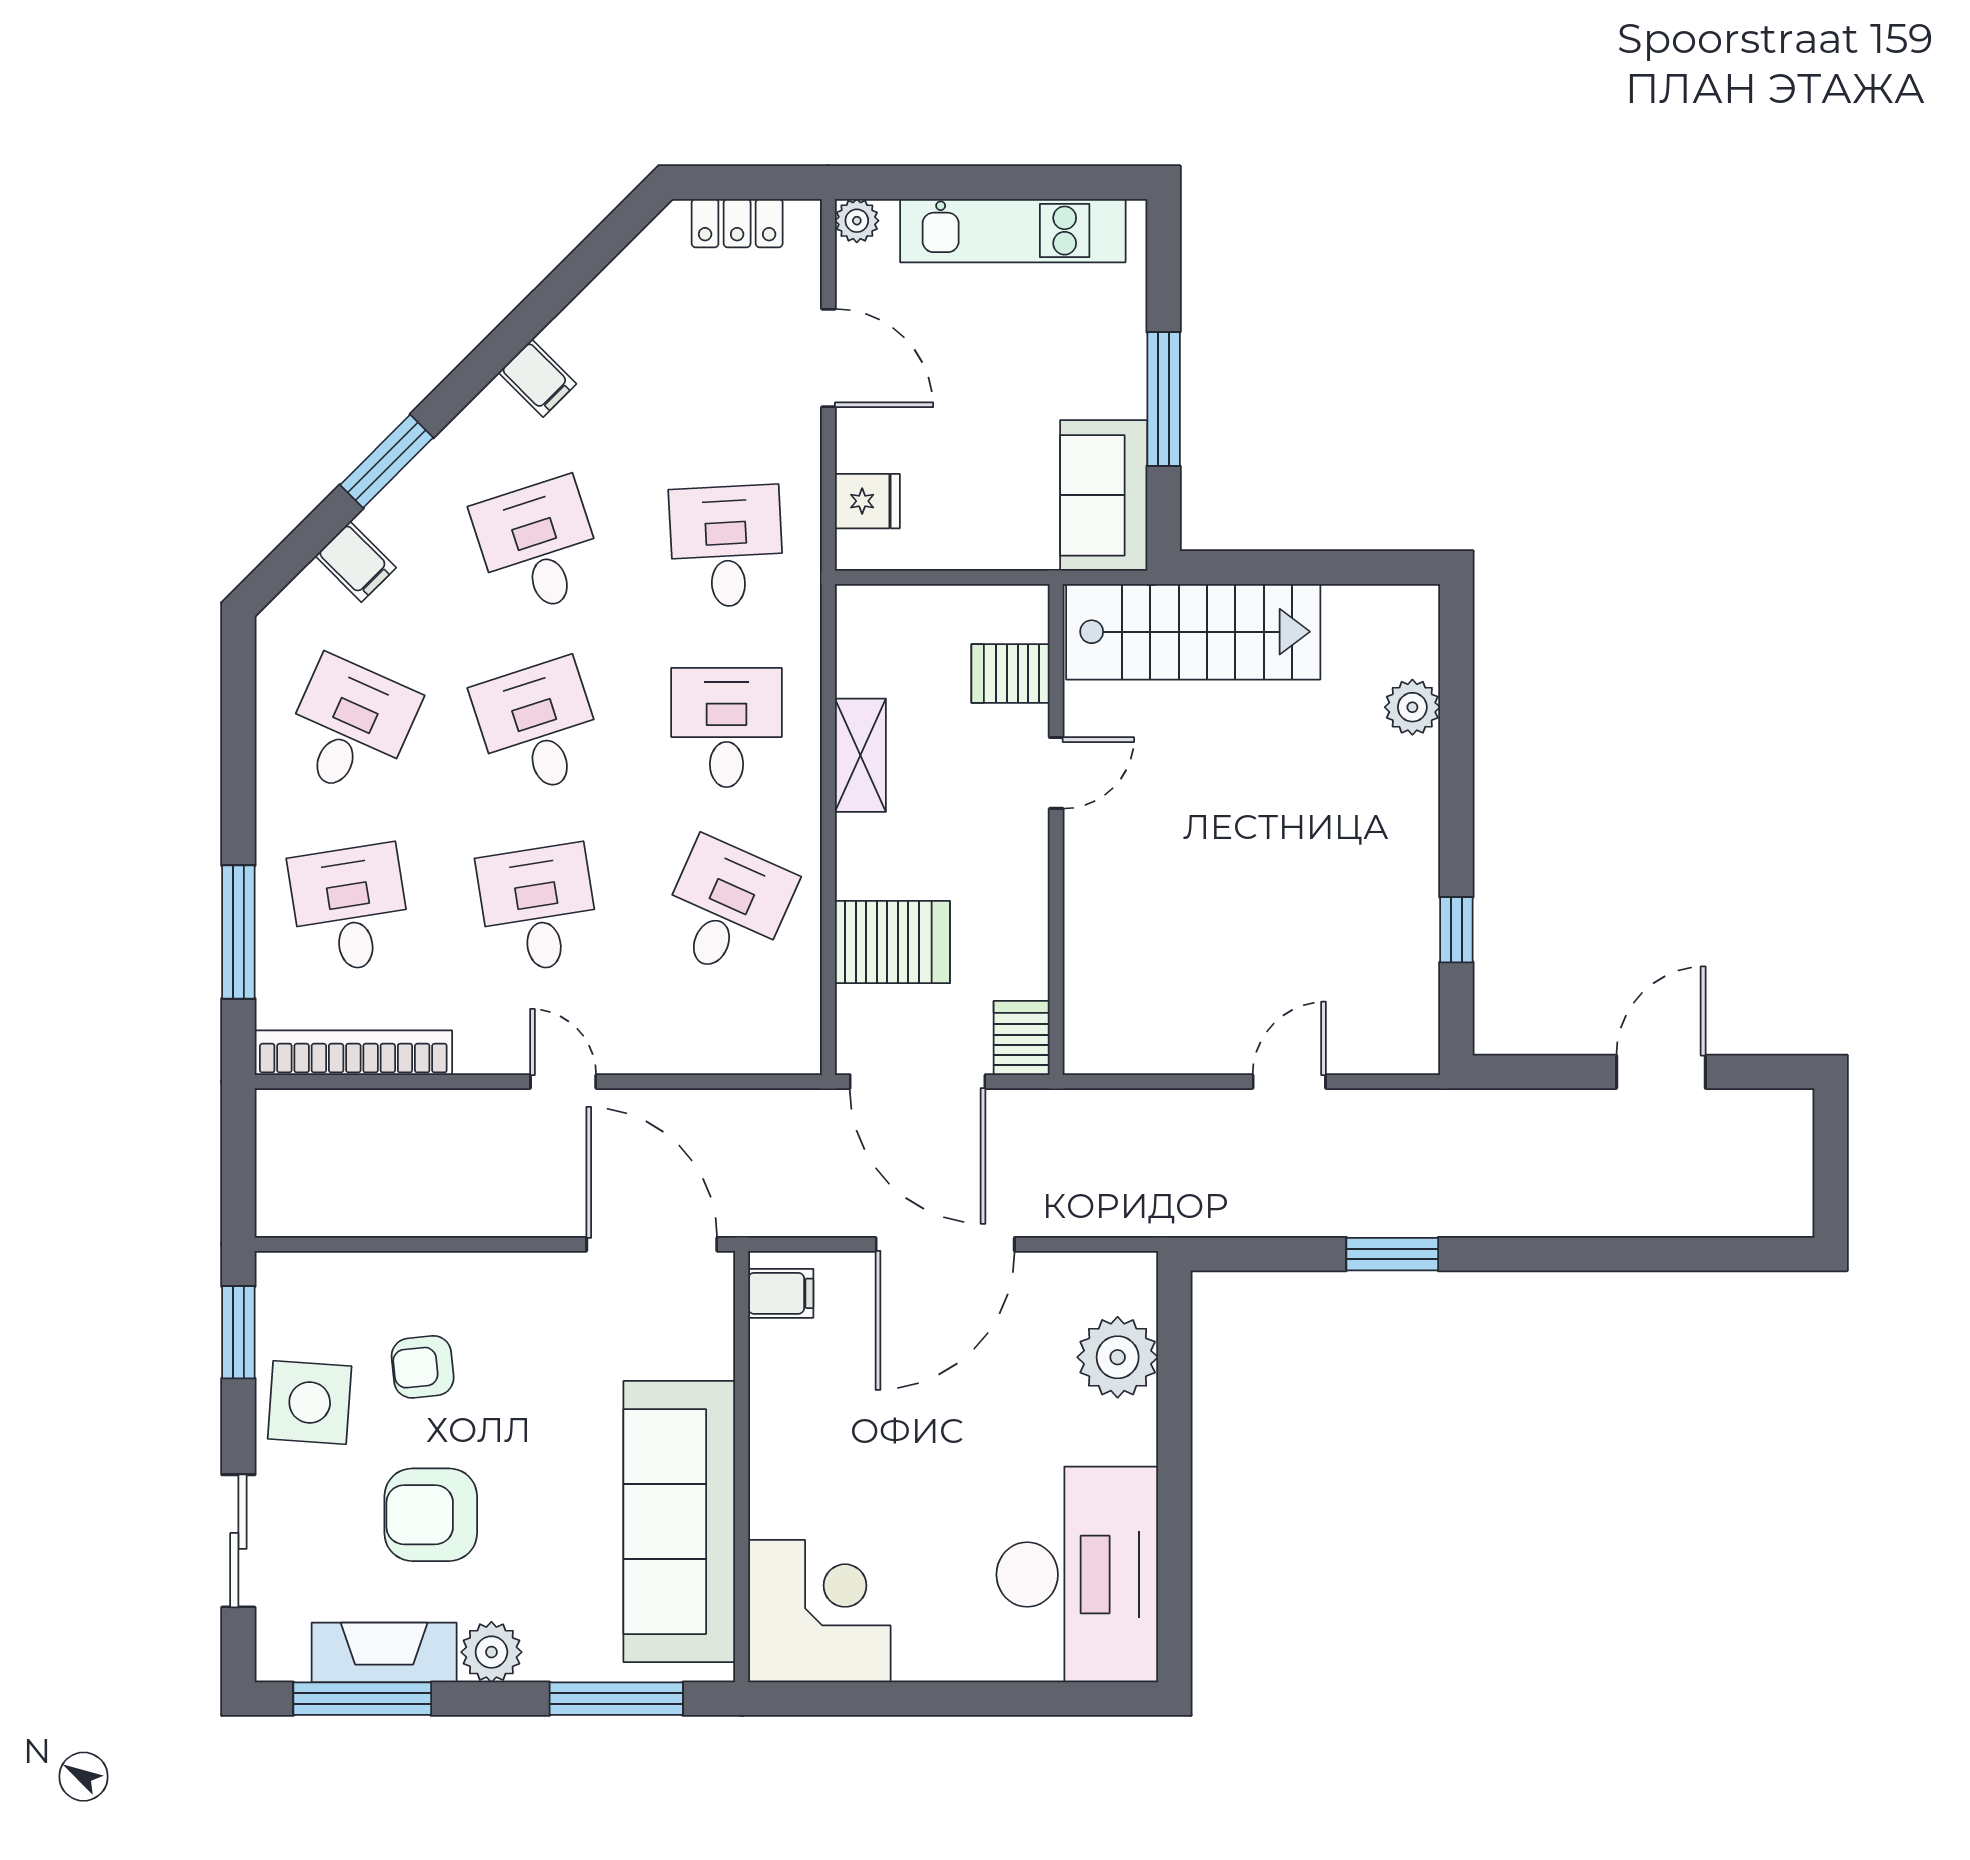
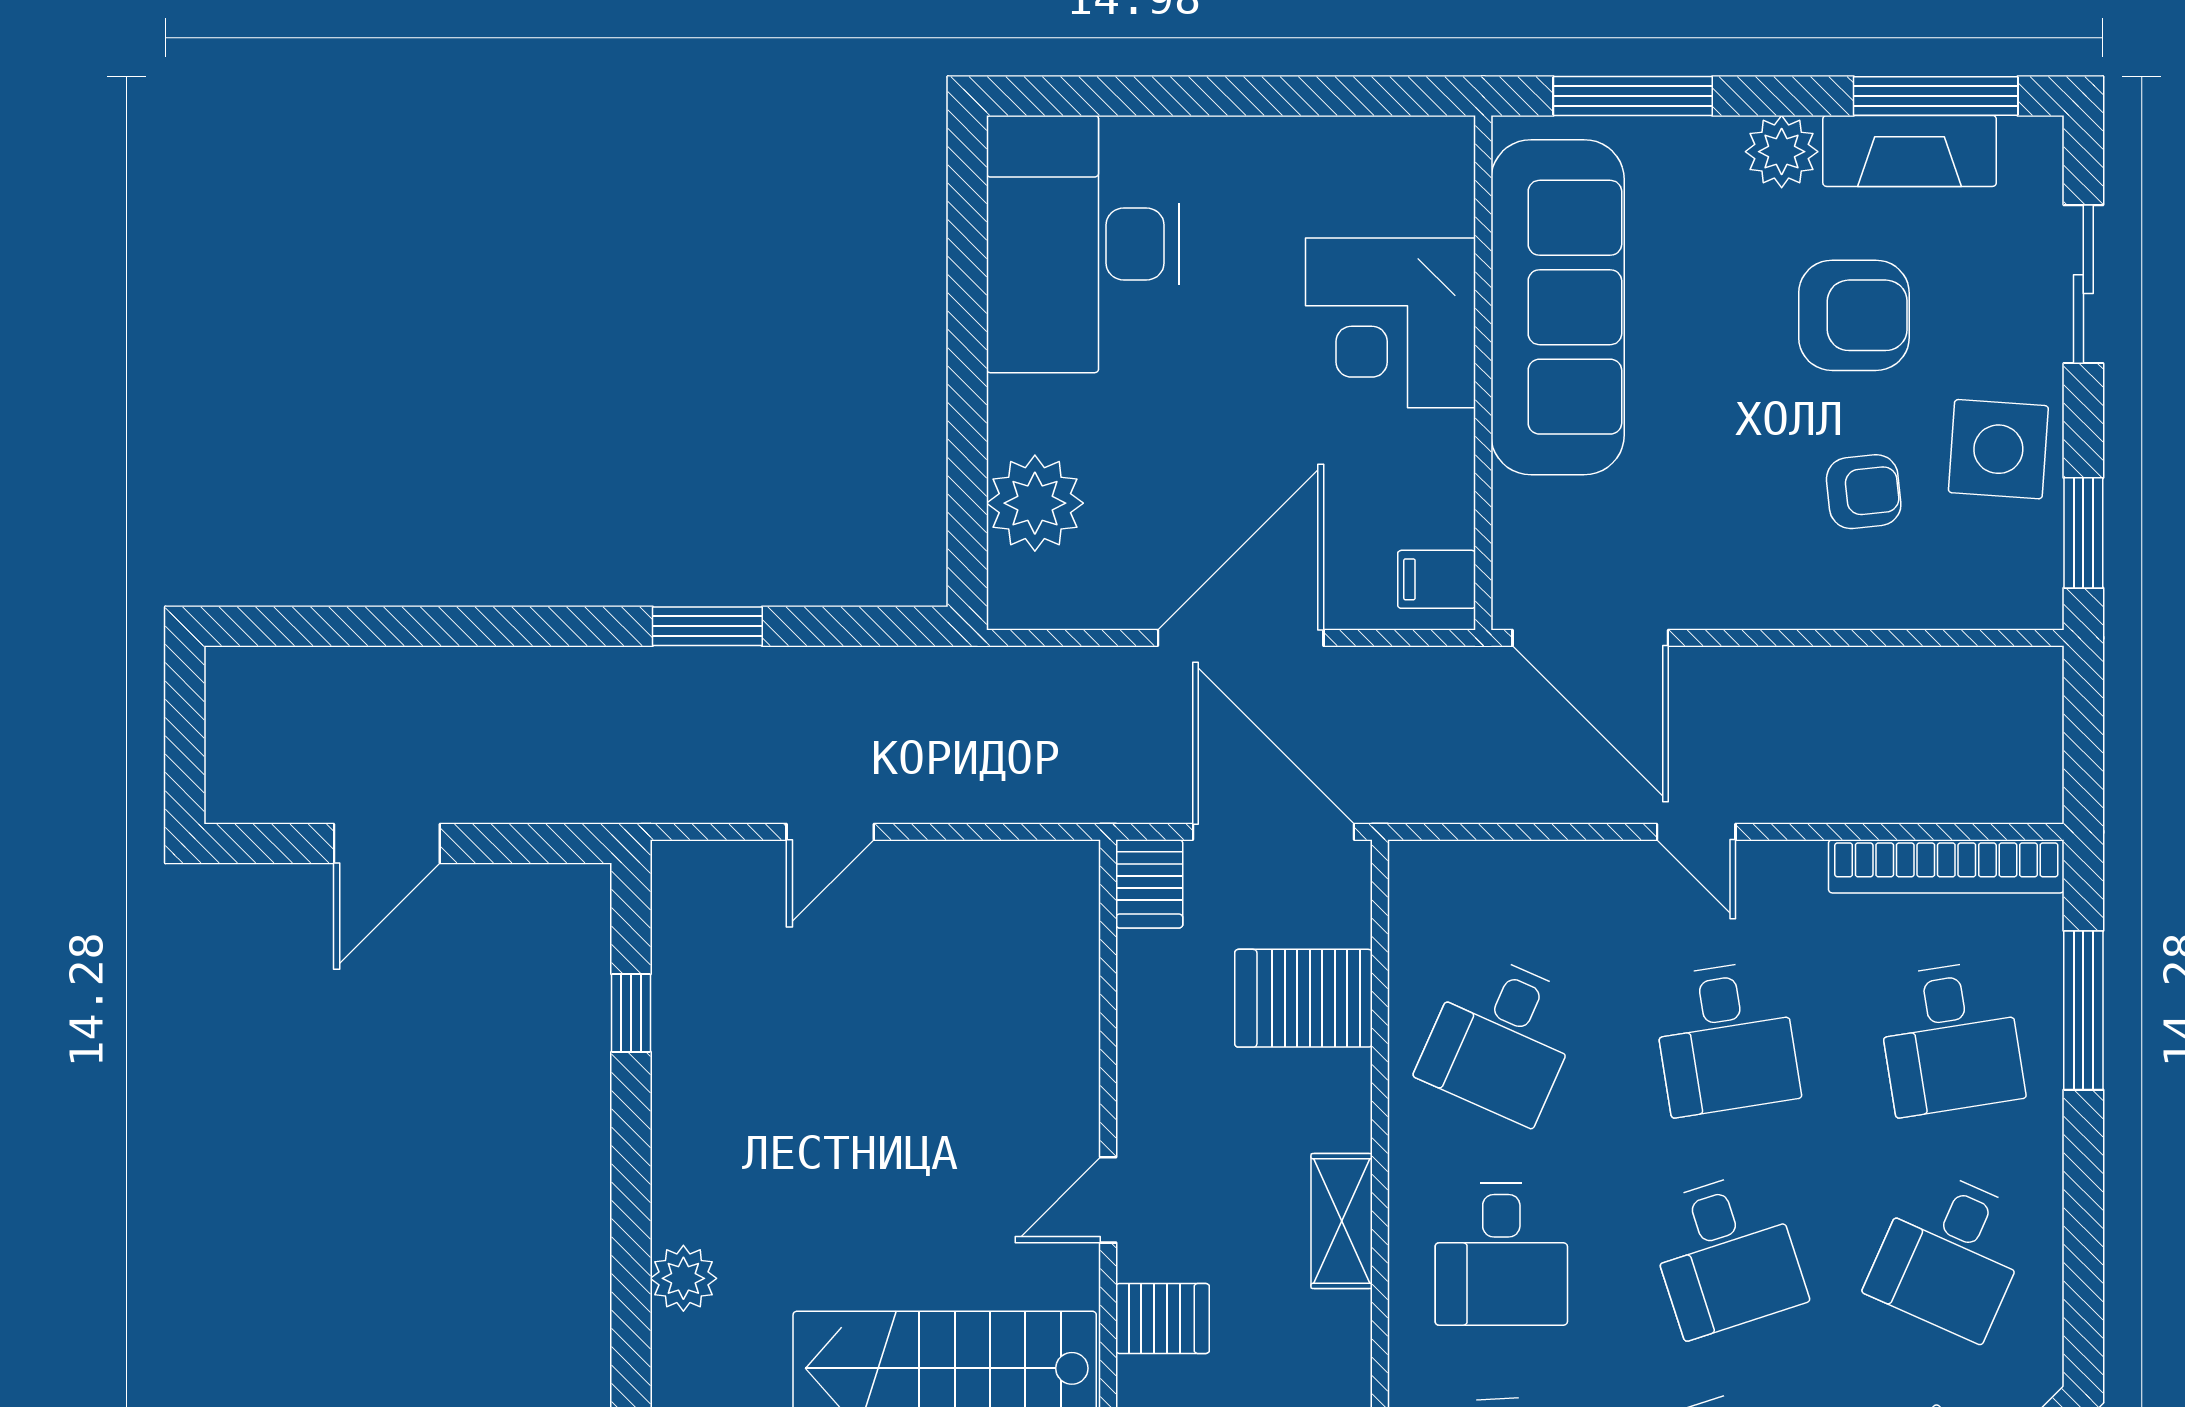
corner desk: (819, 1611) -> (1391, 323), moved

